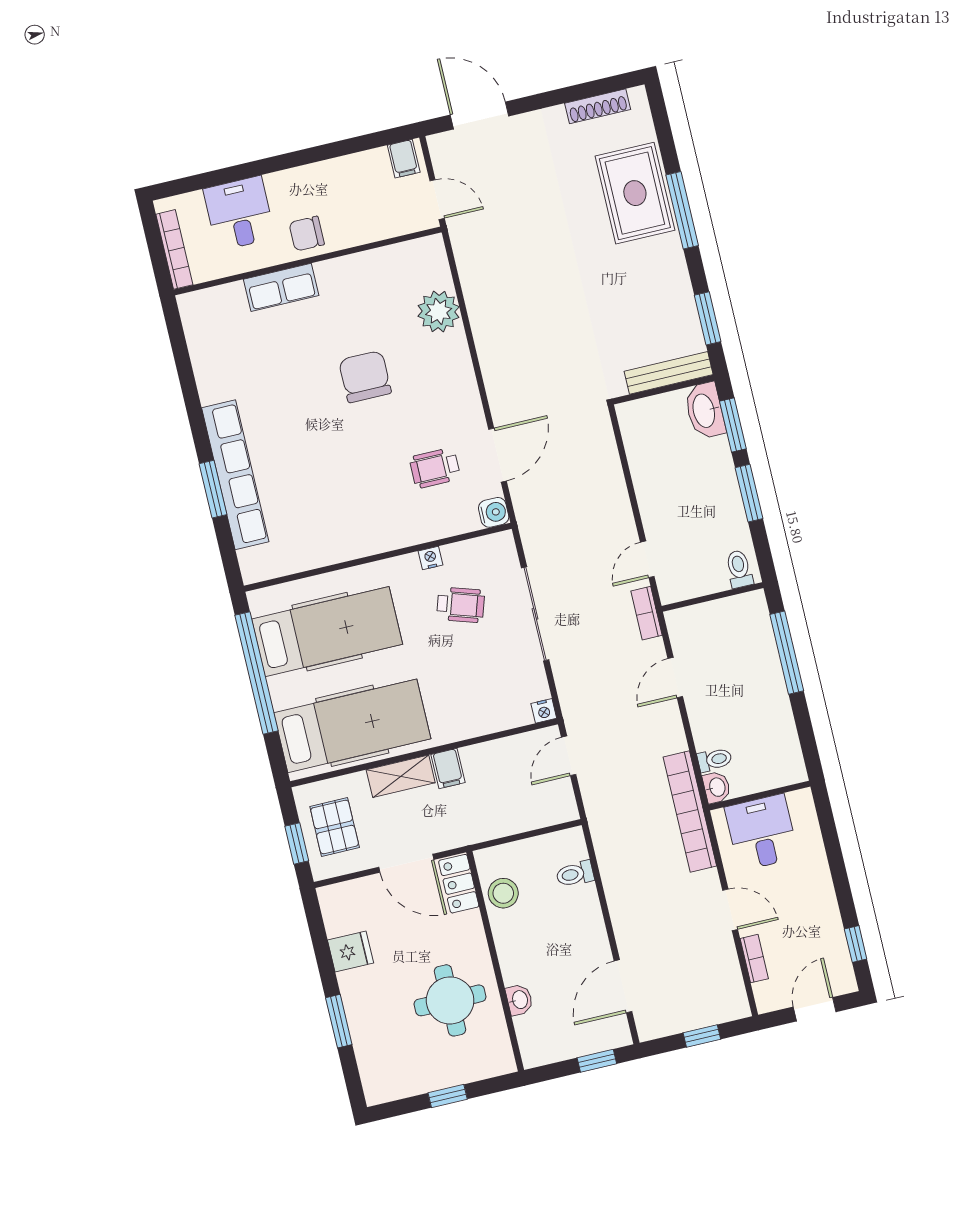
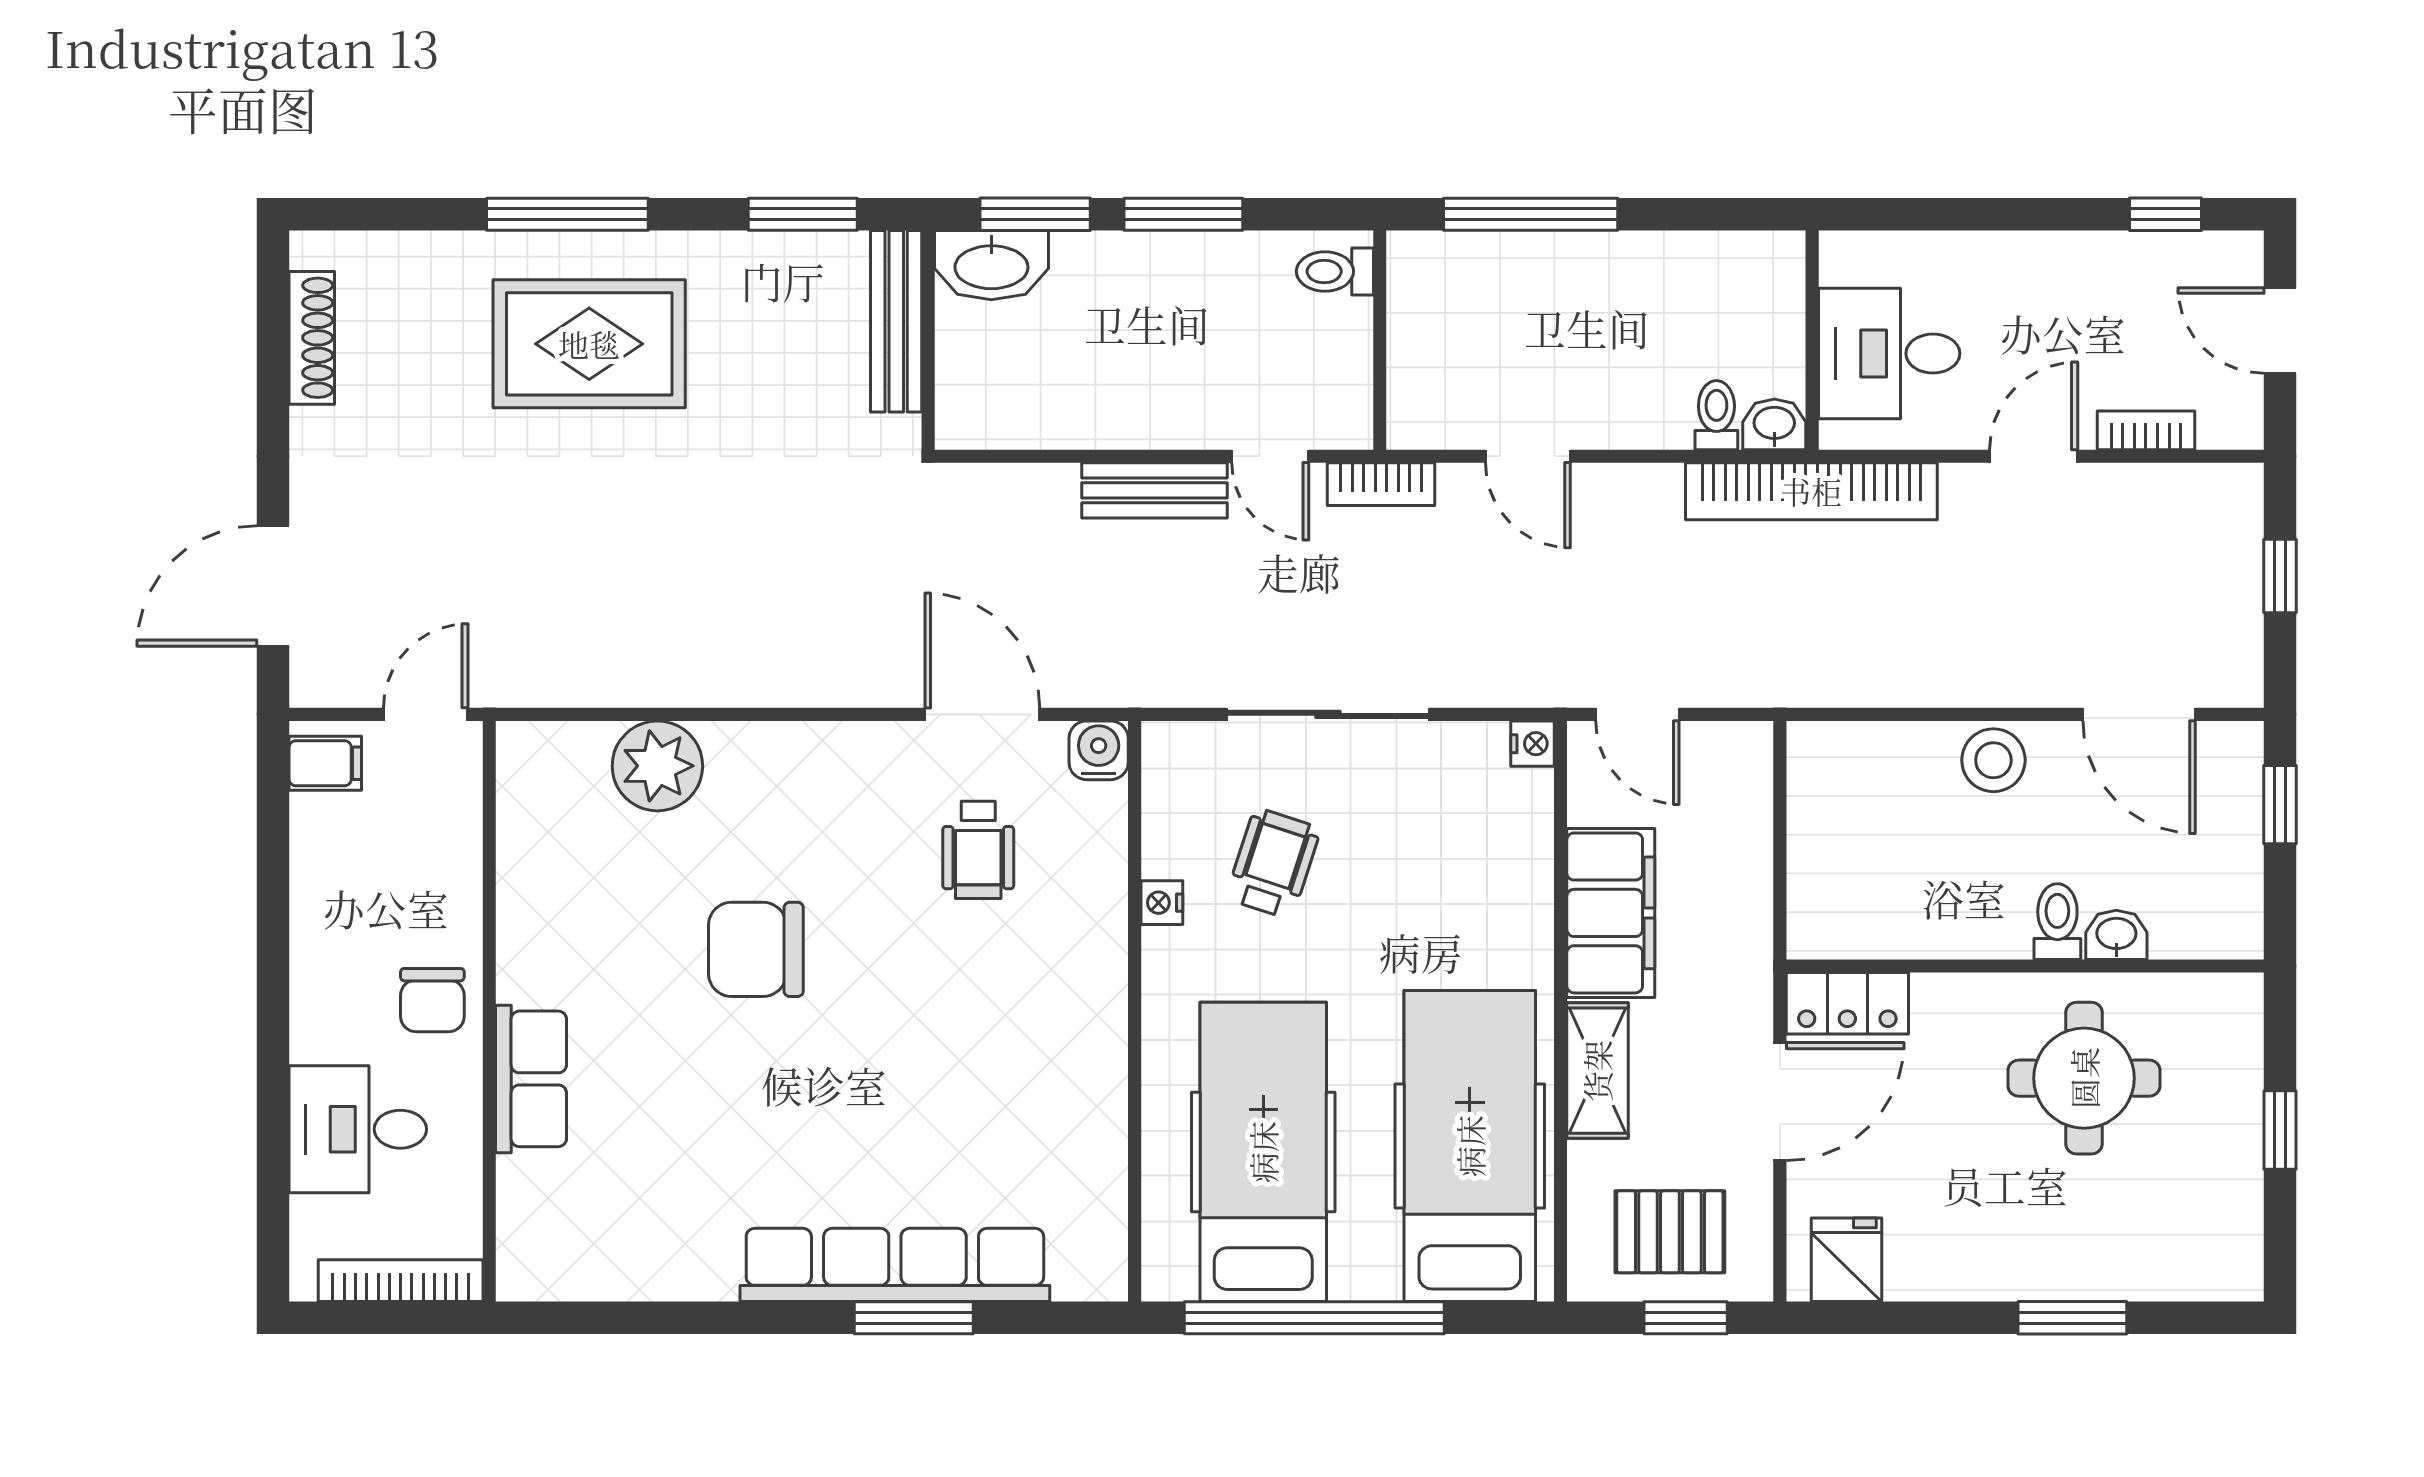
rug: (635, 193) -> (589, 344), moved
bench: (619, 510) -> (1154, 490), added
filing cabinet: (448, 768) -> (1611, 913), width x3.00, depth x1.17
toilet: (575, 874) -> (2057, 922), moved, turned 180
stool: (503, 893) -> (1993, 760), moved
fridge: (350, 952) -> (1847, 1260), moved

